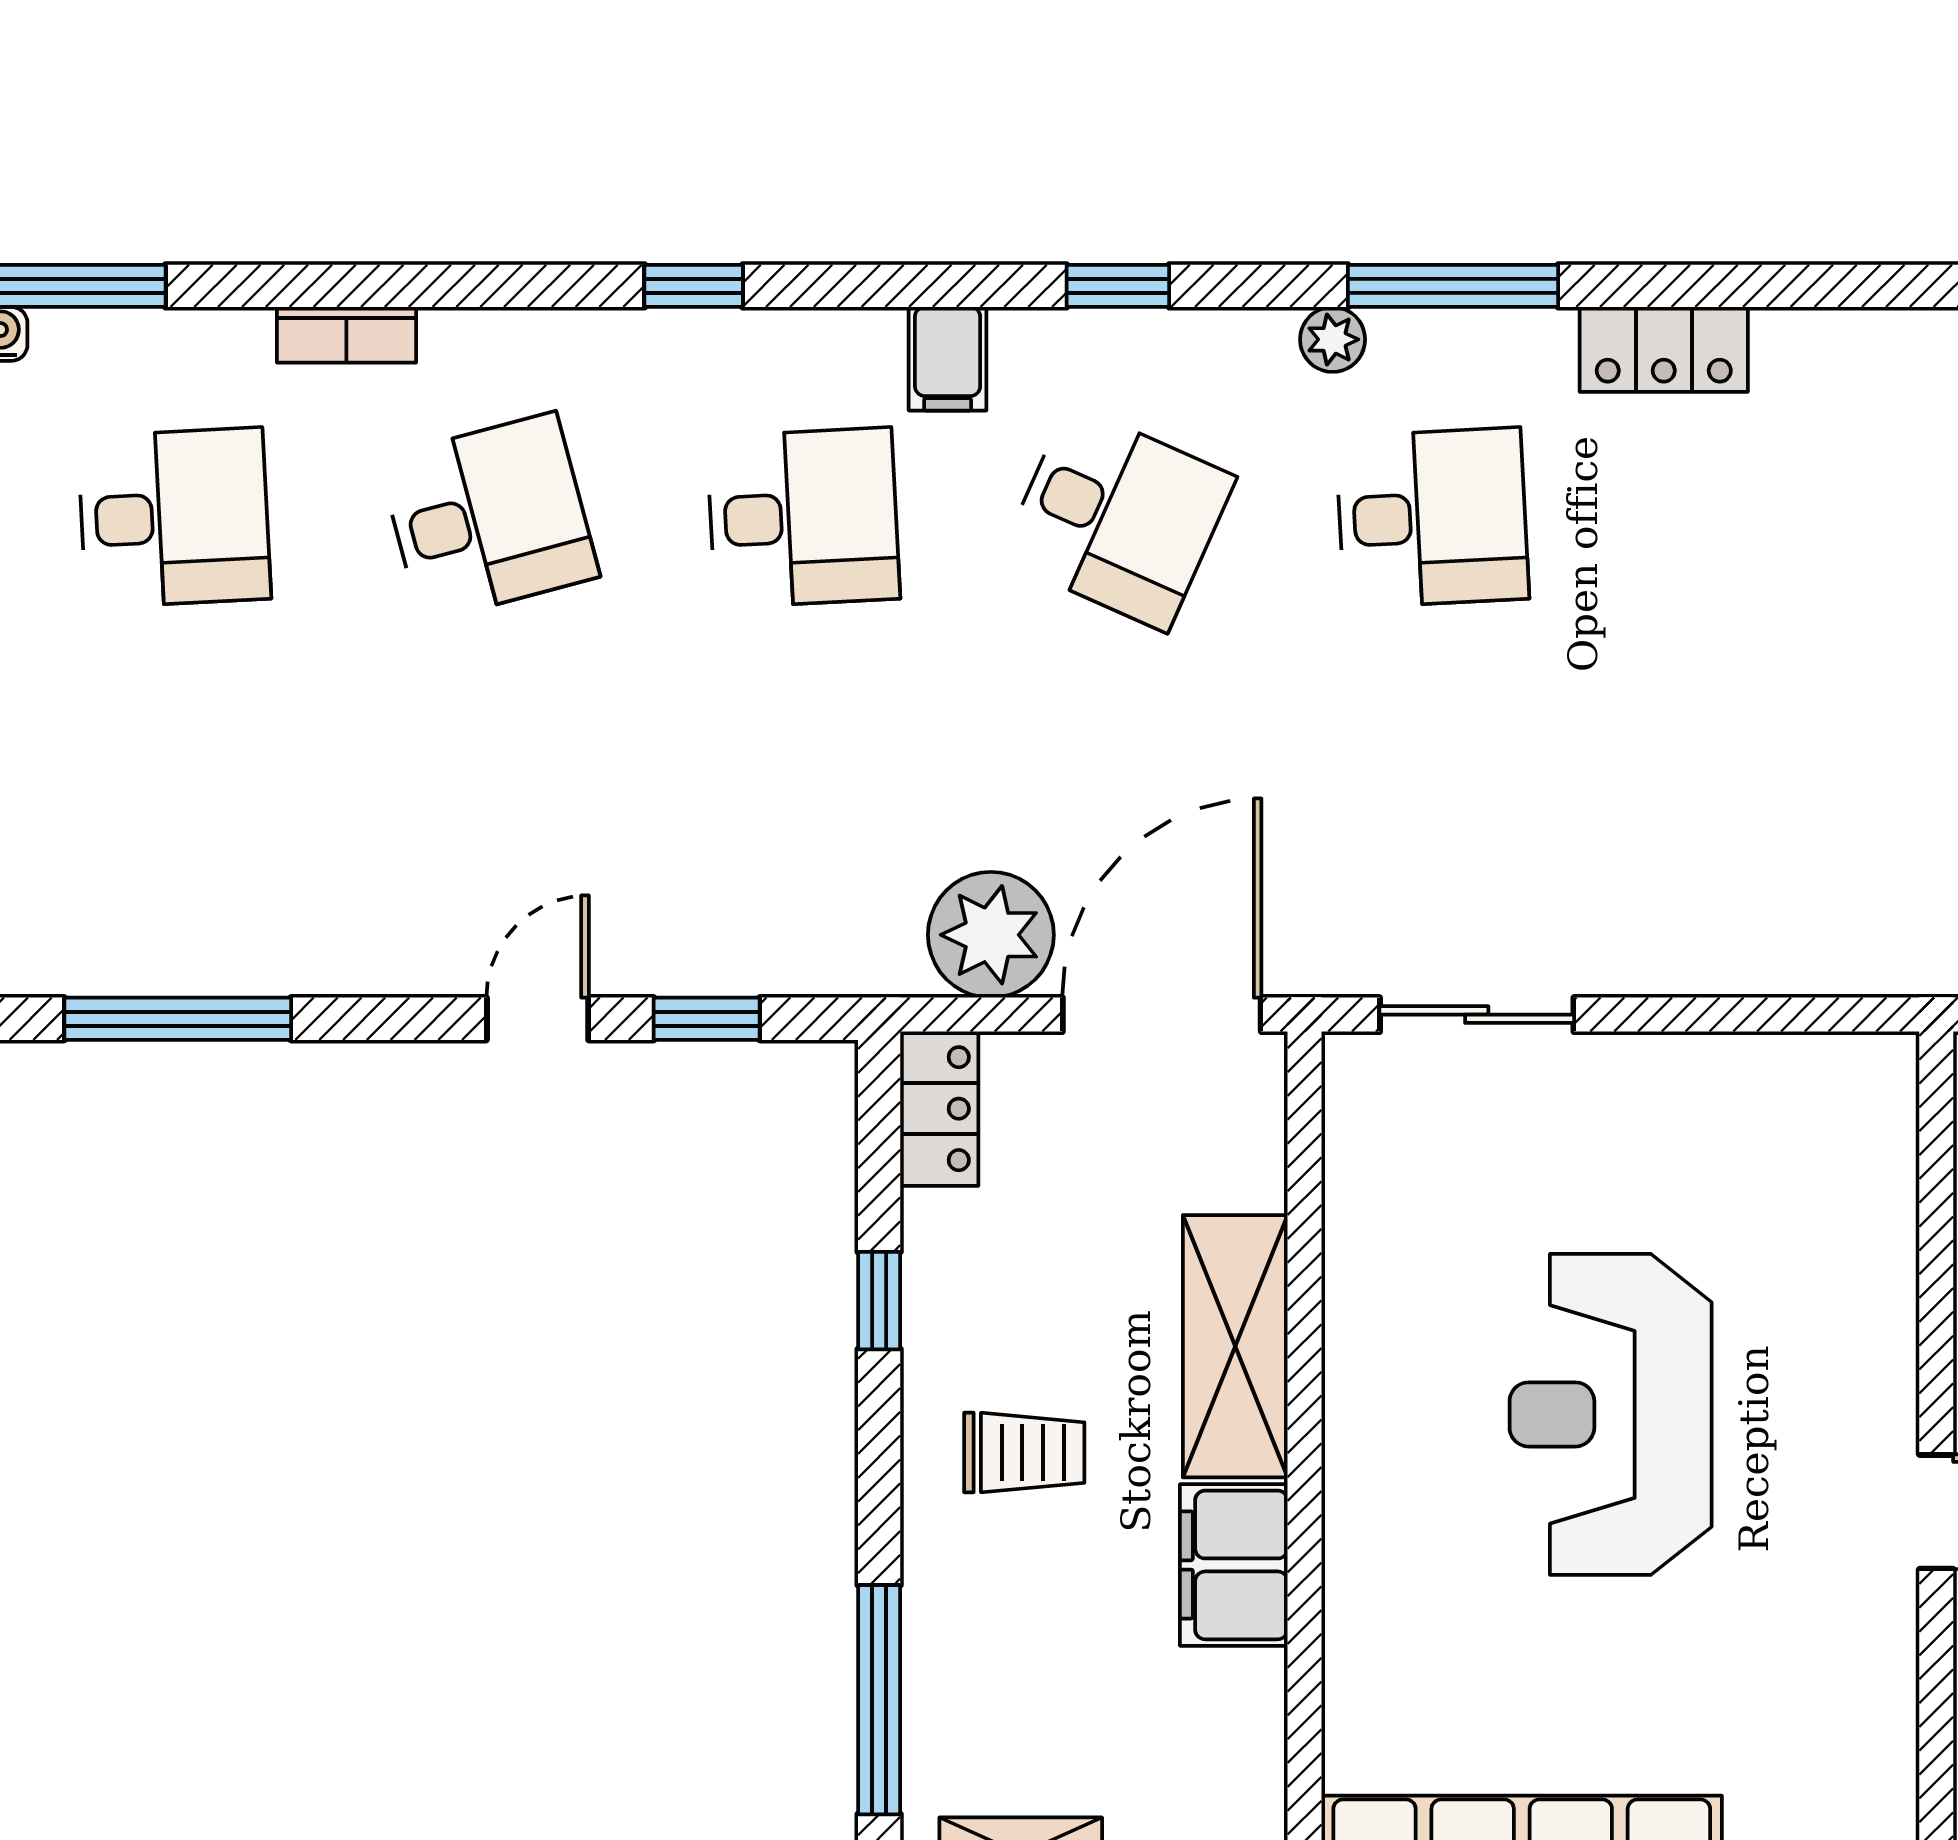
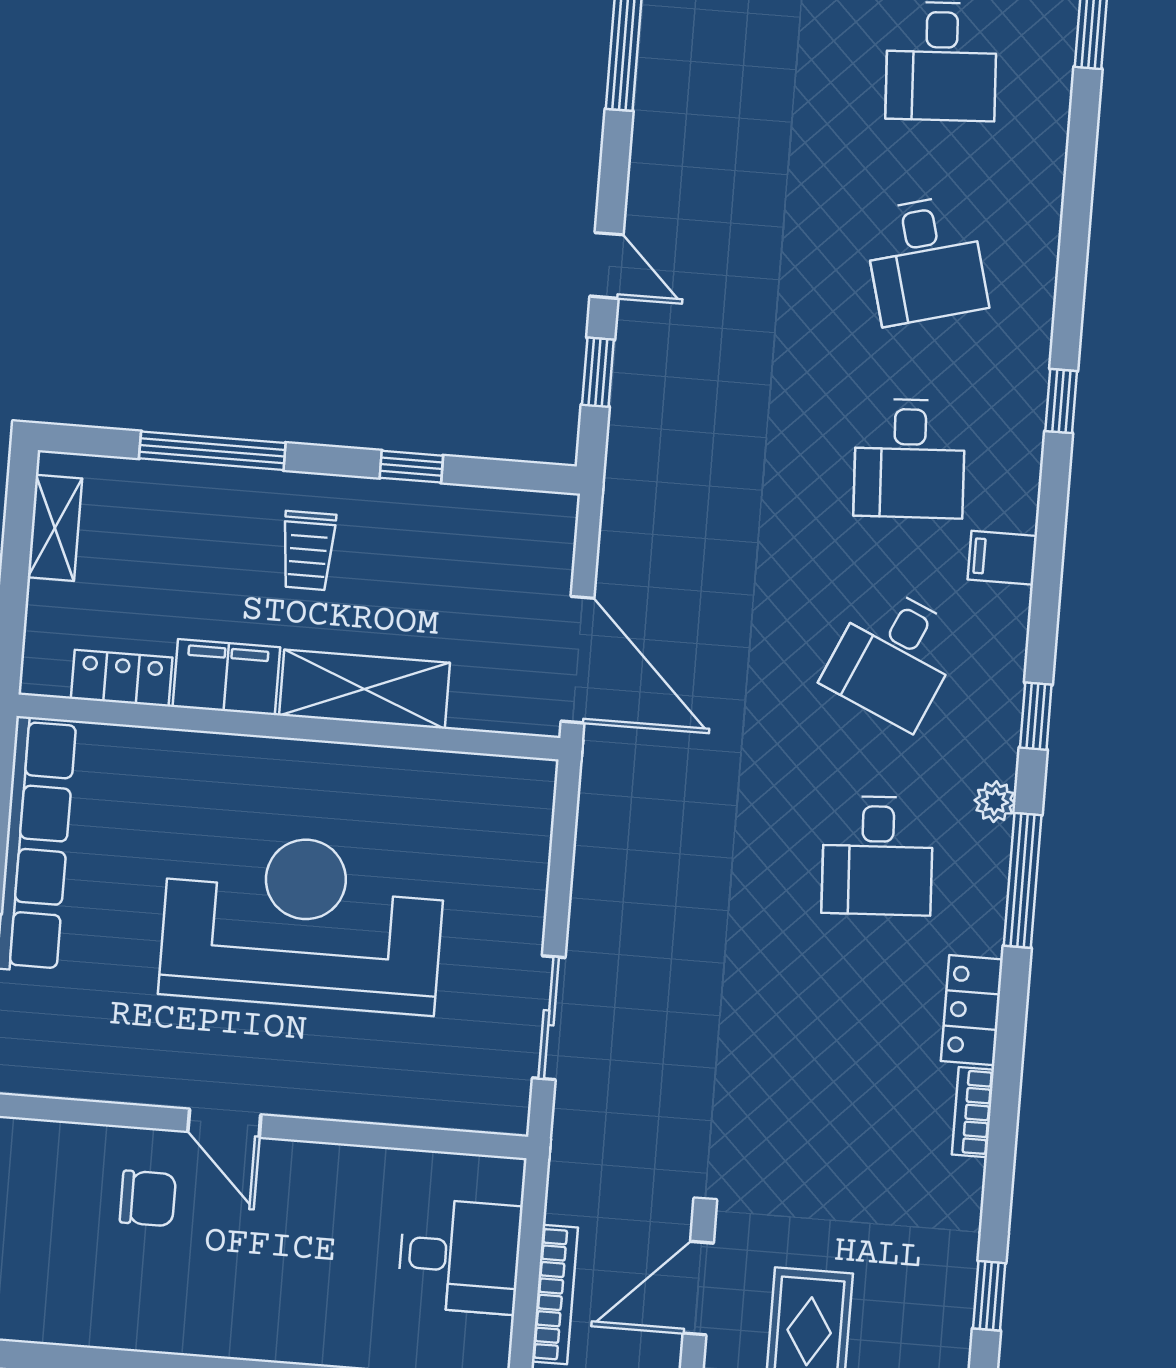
window: (1118, 286) -> (1036, 716), moved
bookcase: (346, 335) -> (973, 1112), moved
plant: (991, 935) -> (637, 556), removed
sliding door: (1477, 1015) -> (549, 1018), moved
locker: (939, 1109) -> (122, 678), moved, turned 180
reception desk: (1611, 1414) -> (302, 922), width x1.36, depth x1.30
window: (879, 1700) -> (212, 451), moved

